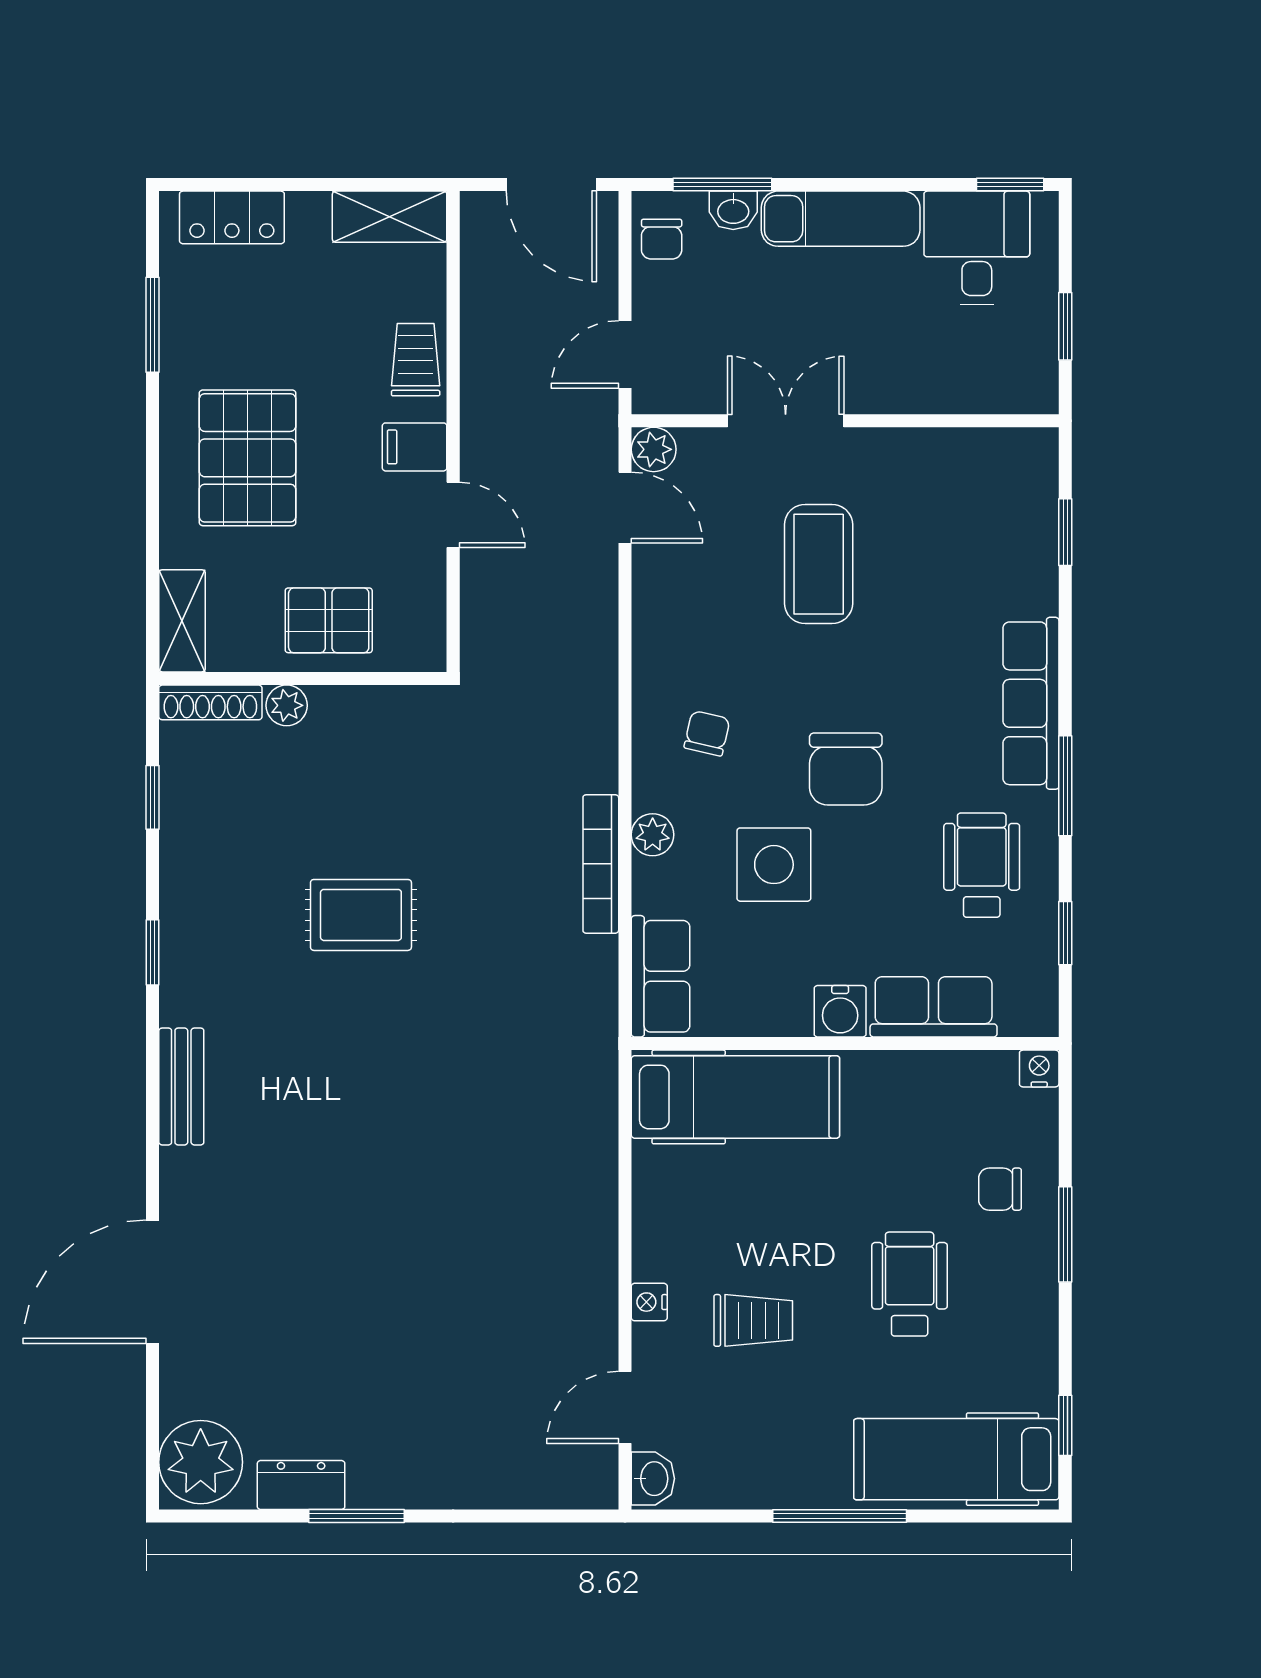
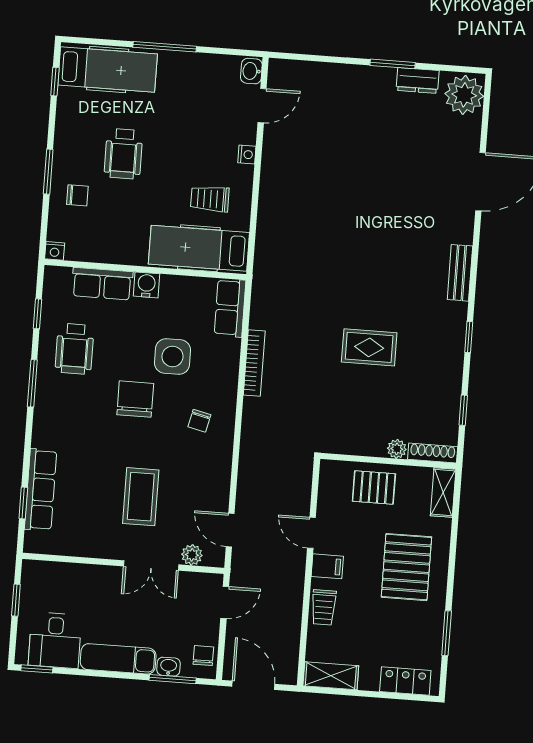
plant: (654, 449) -> (192, 555), moved
row of seats: (1031, 703) -> (41, 490), moved
plant: (653, 835) -> (229, 375), removed
trolley: (753, 1320) -> (210, 199), moved

